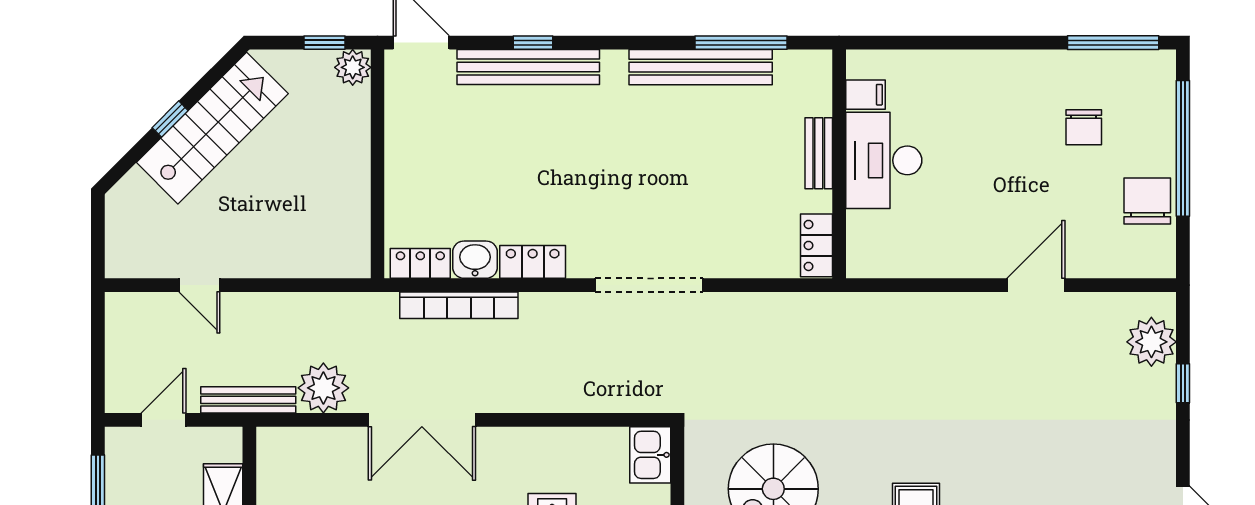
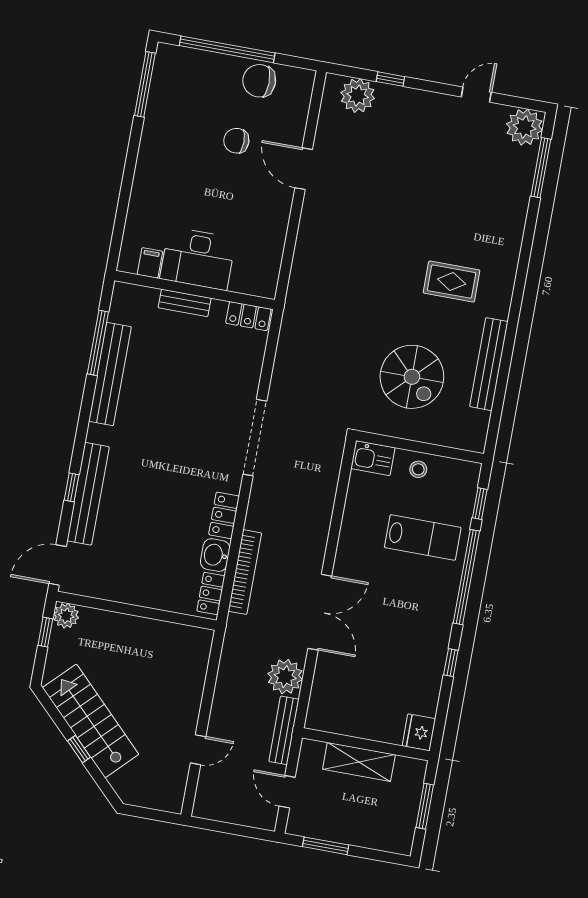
chair: (1084, 127) -> (236, 141), moved, turned 180

